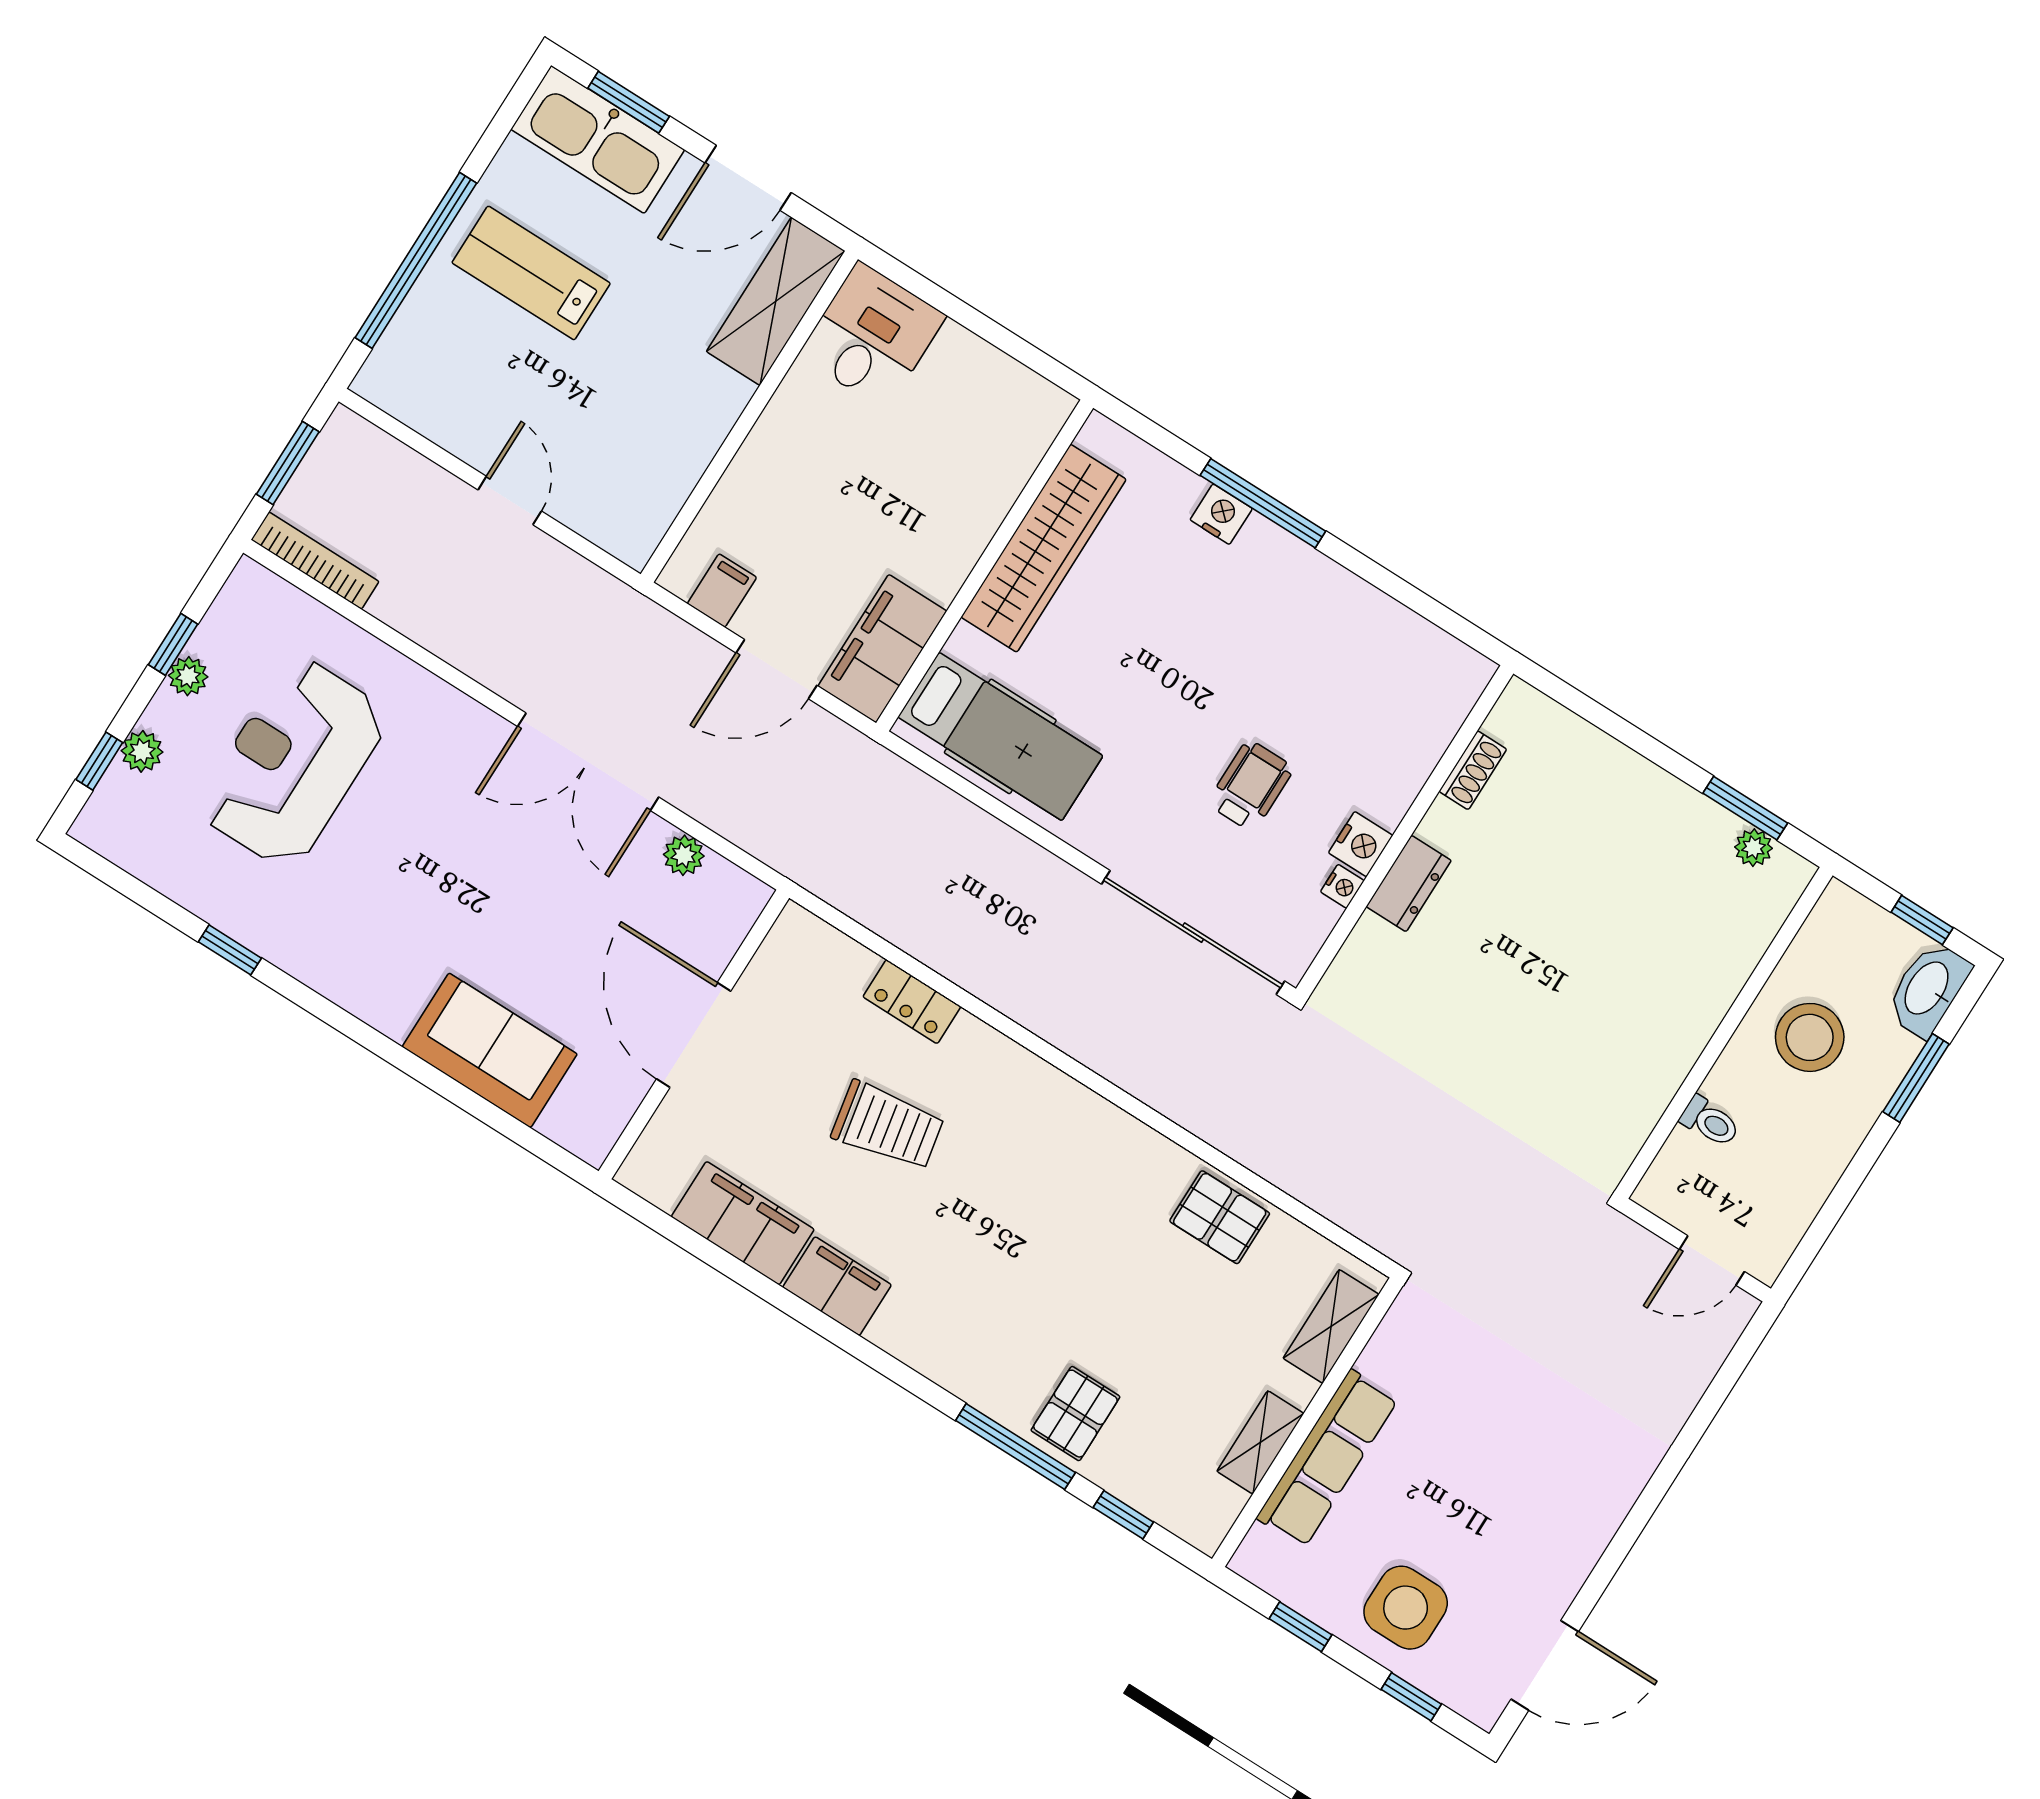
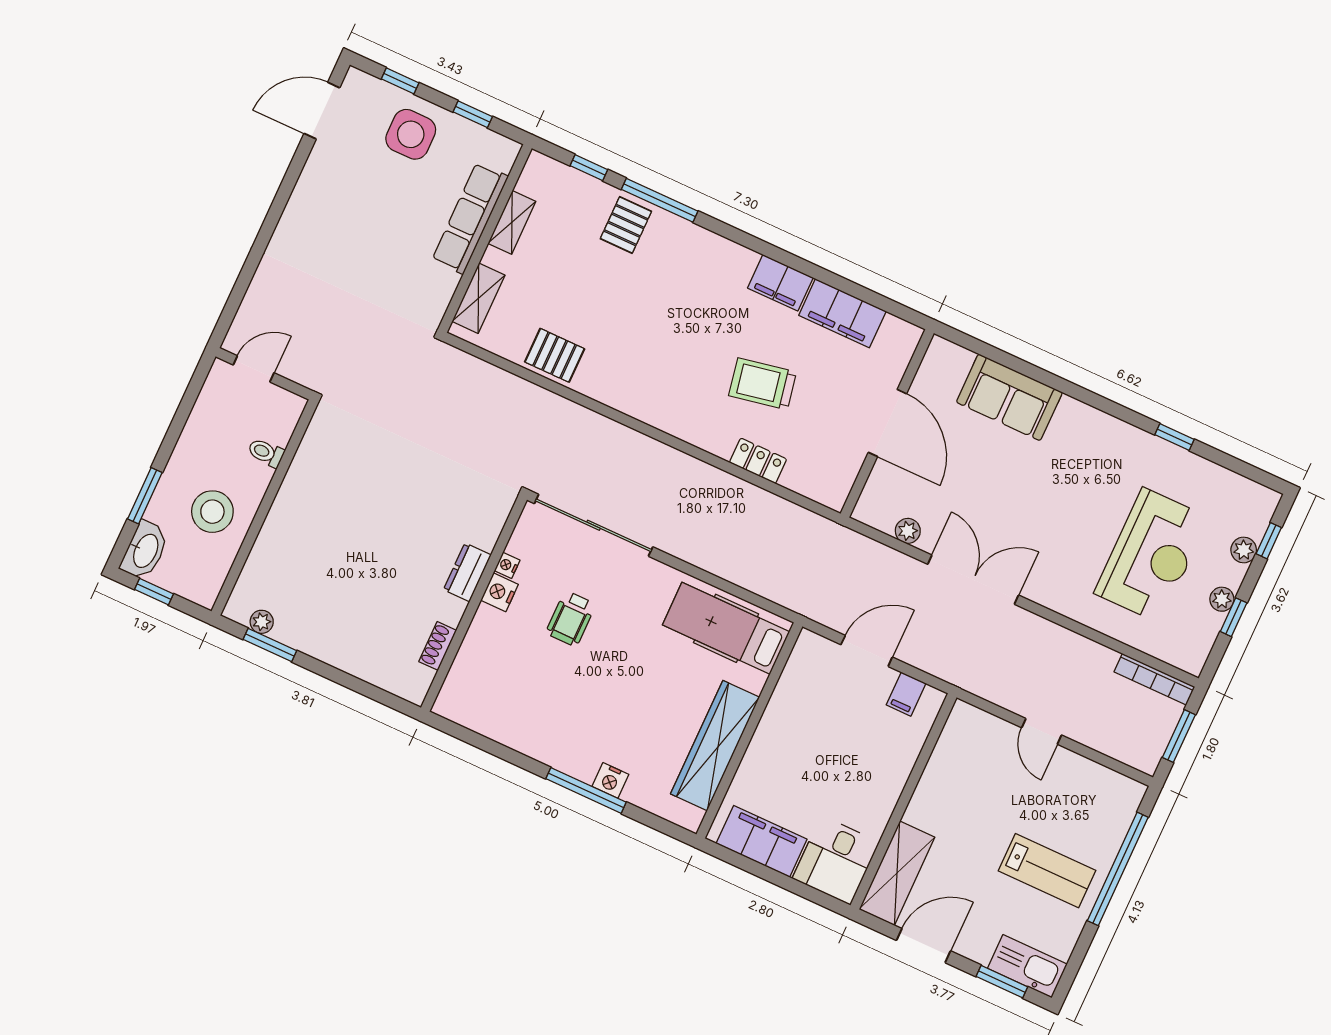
kitchen sink: (598, 139) -> (1027, 966), width x0.73, depth x0.81
filing cabinet: (882, 649) -> (762, 841), moved, turned -90

